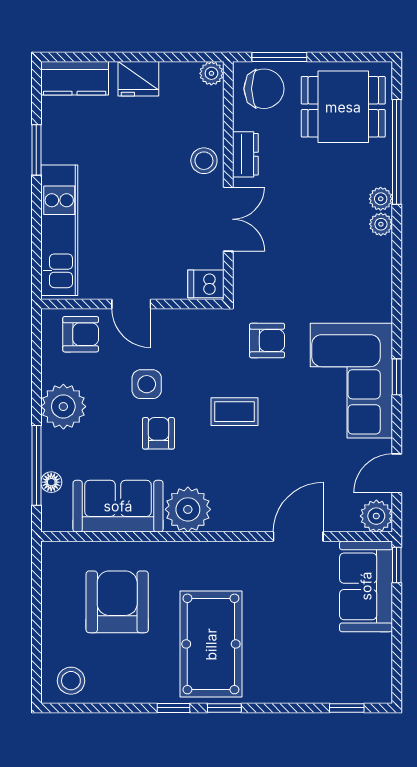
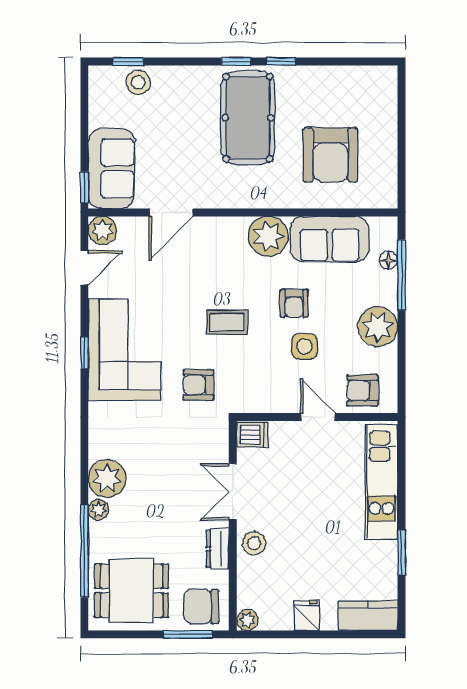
fridge: (138, 79) -> (307, 615), width x0.72
plant: (381, 224) -> (107, 478), width x1.88, depth x1.88
stool: (71, 681) -> (138, 82), moved

